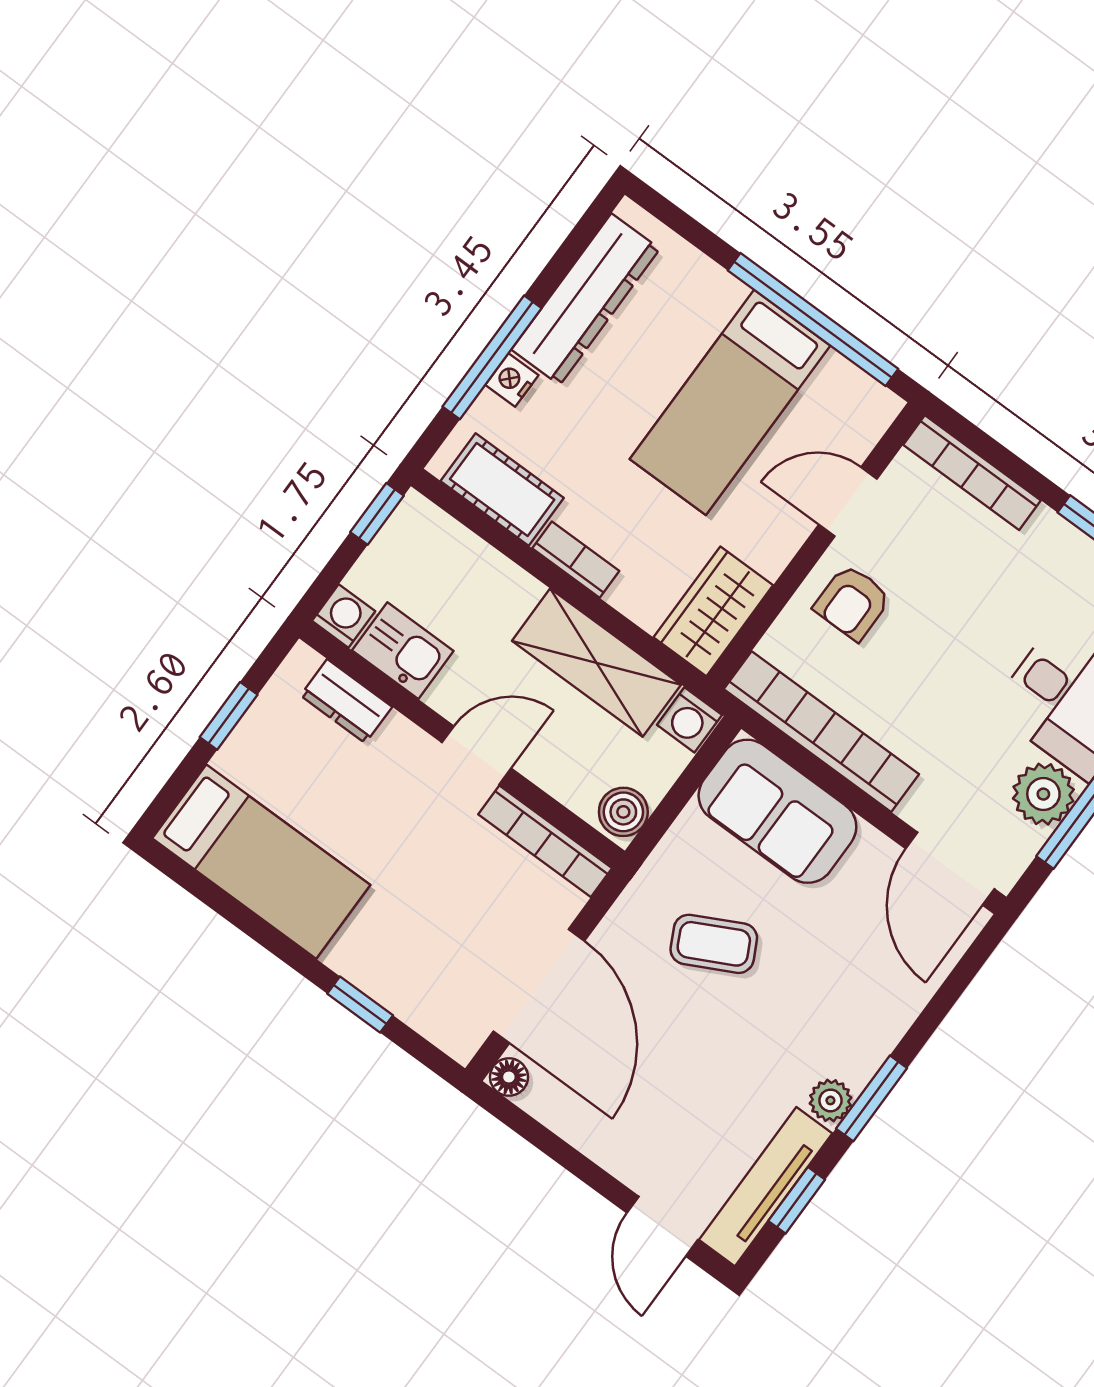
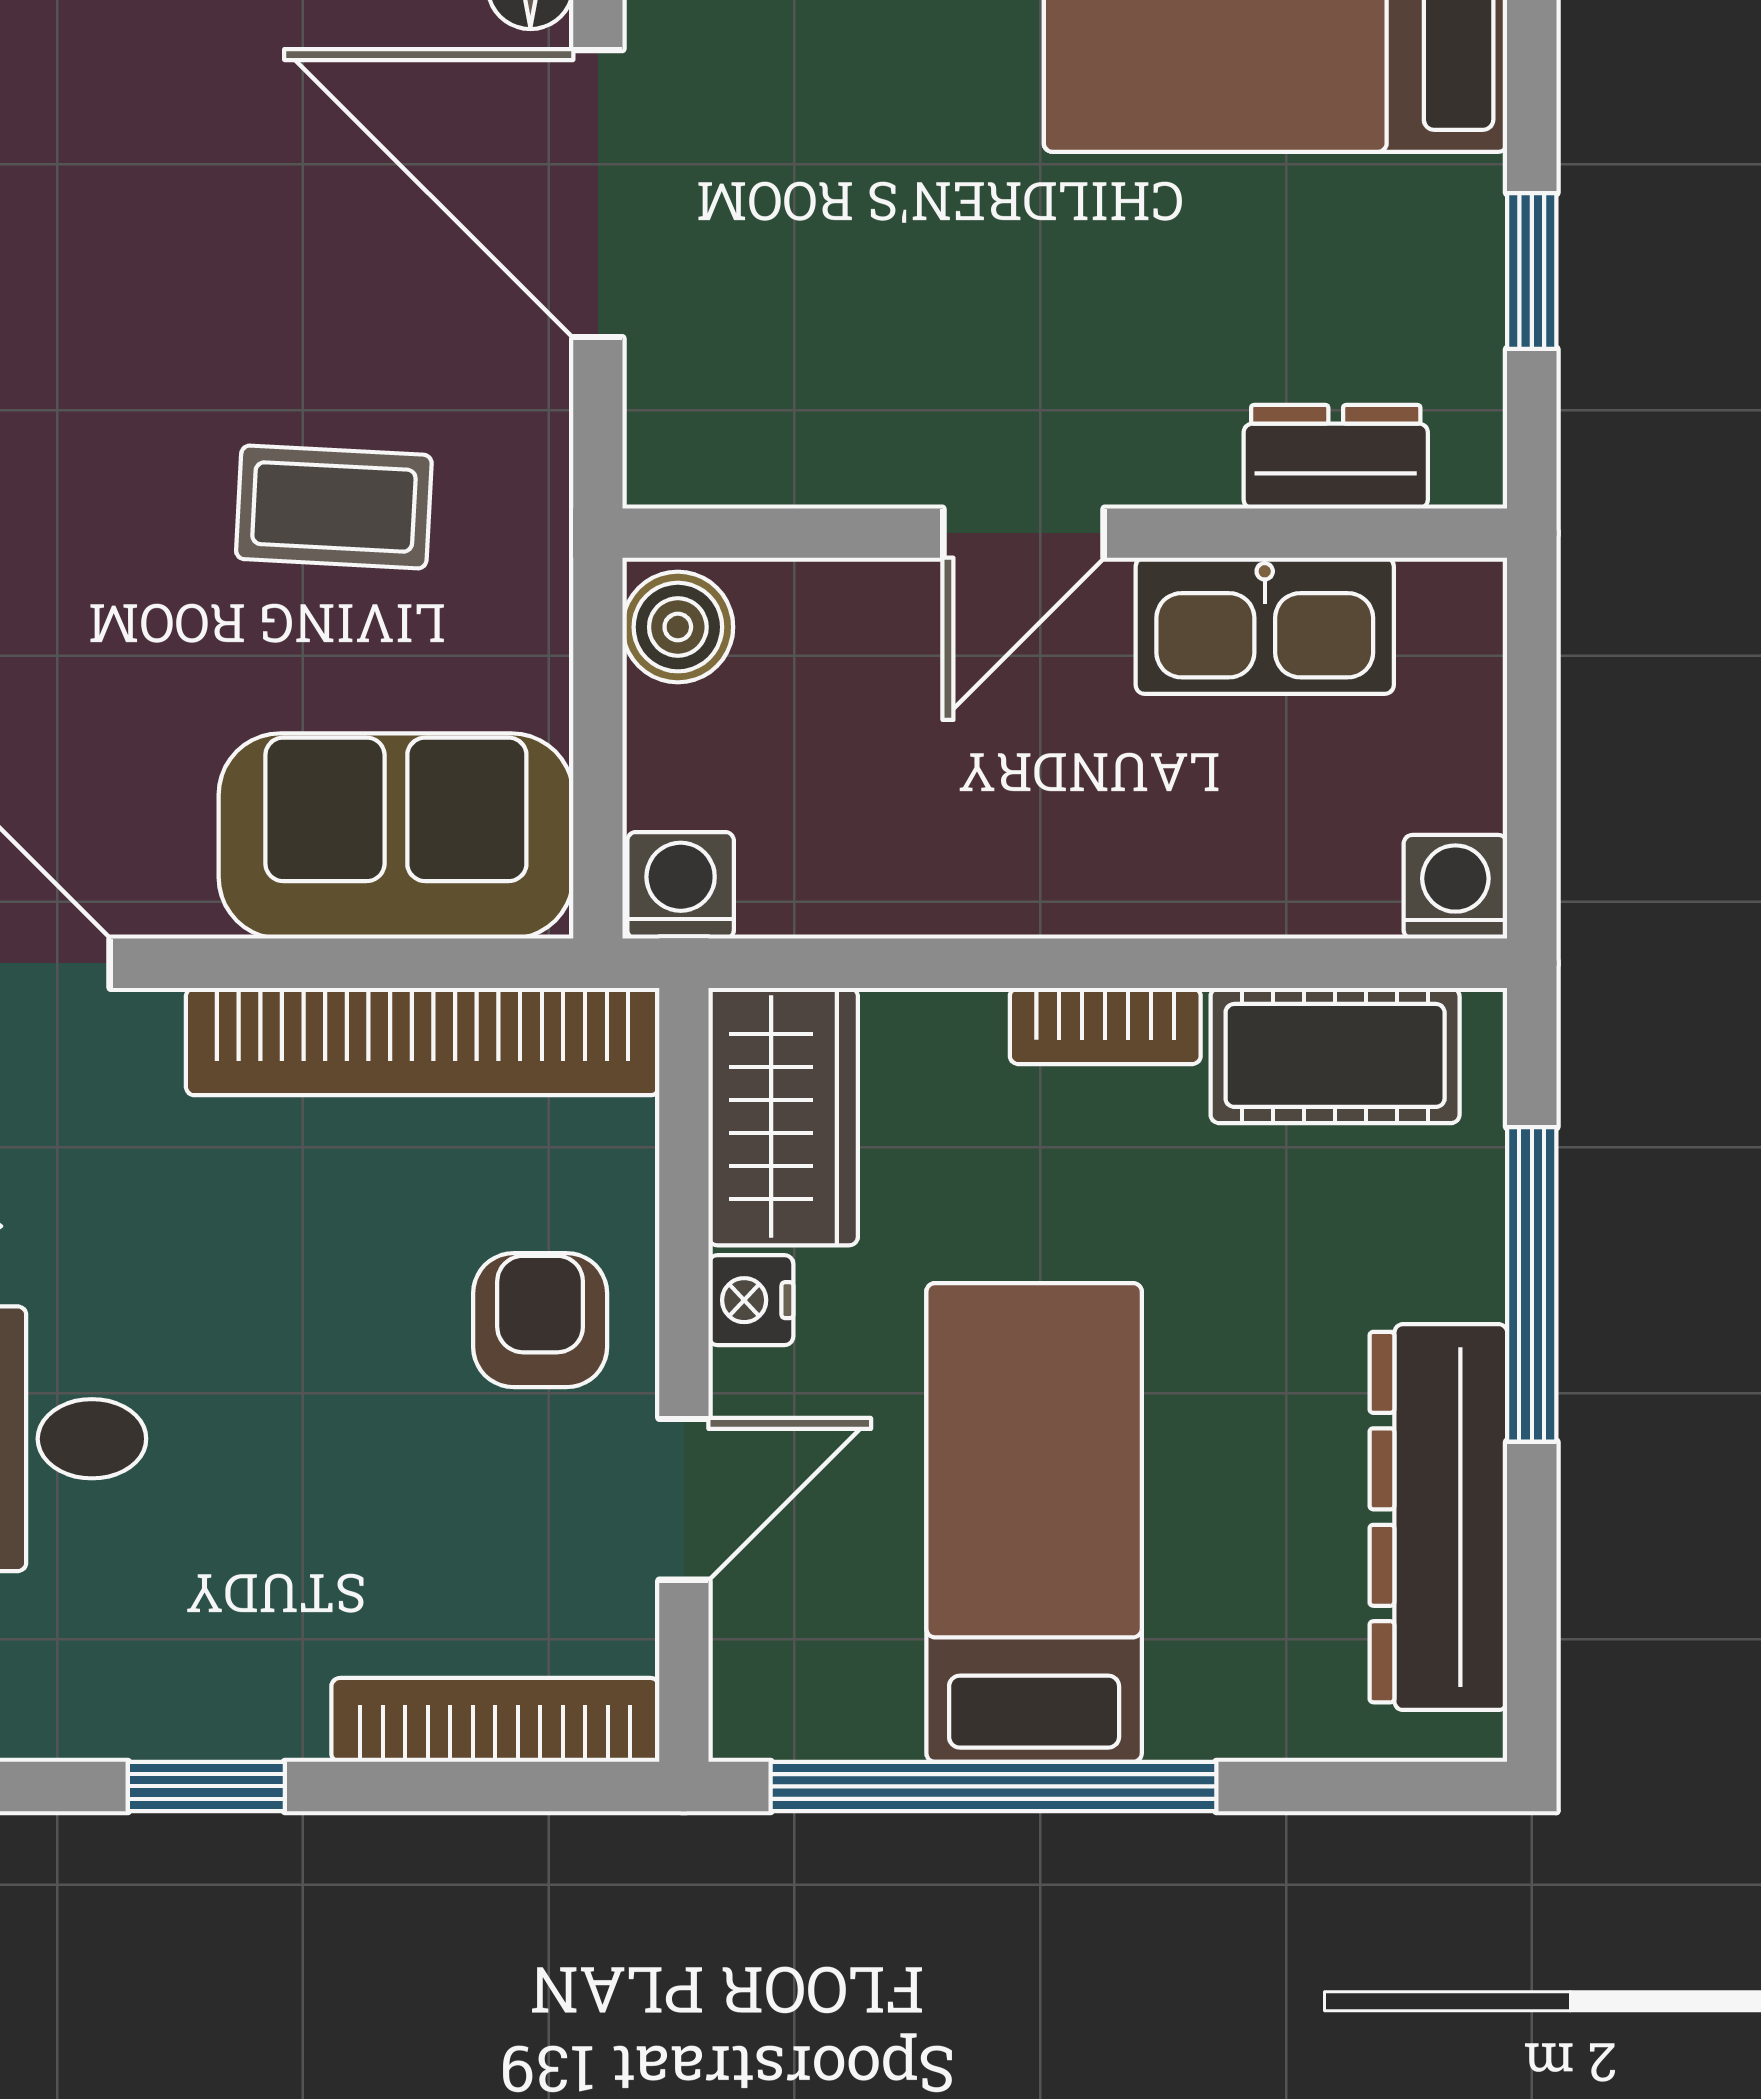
nightstand: (512, 380) -> (751, 1300), moved, turned 180
window: (377, 514) -> (1532, 842), removed
washing machine: (344, 616) -> (1455, 887), moved, turned 180
kitchen sink: (403, 651) -> (1265, 626), width x1.38
shelving: (596, 663) -> (929, 865), removed
bookcase: (545, 841) -> (782, 468), removed
coffee table: (714, 944) -> (334, 507), turned 30

